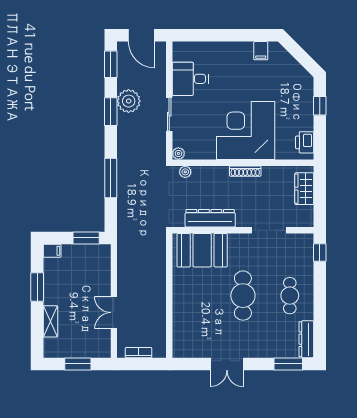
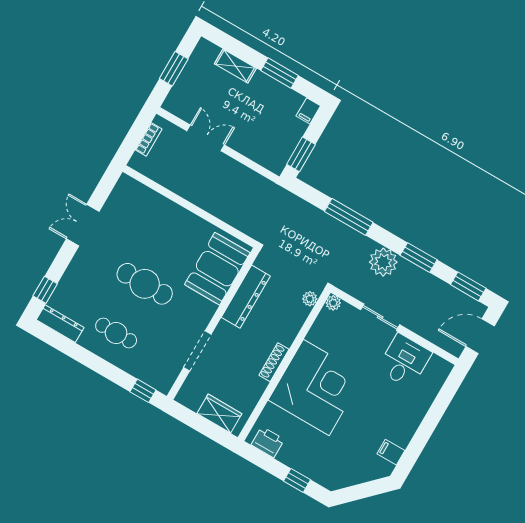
plant: (129, 101) -> (383, 262), moved
window: (288, 364) -> (45, 290), width x0.67

